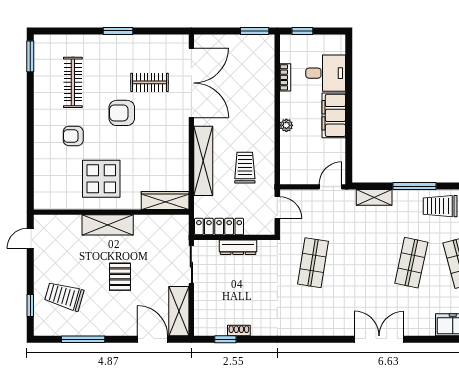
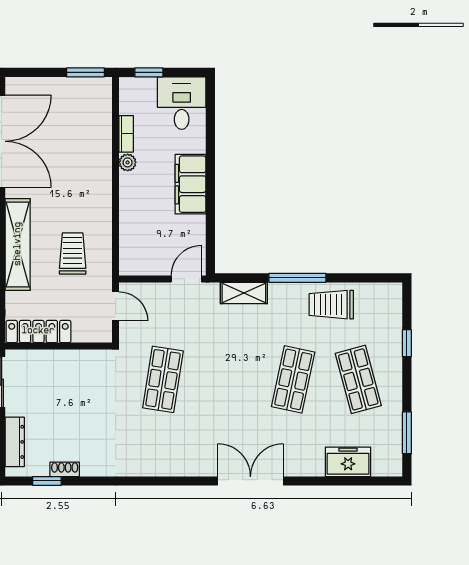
desk: (326, 73) -> (182, 103), moved, turned -90
plant: (286, 125) -> (128, 162), moved
dresser: (238, 247) -> (15, 442), moved, turned -90

